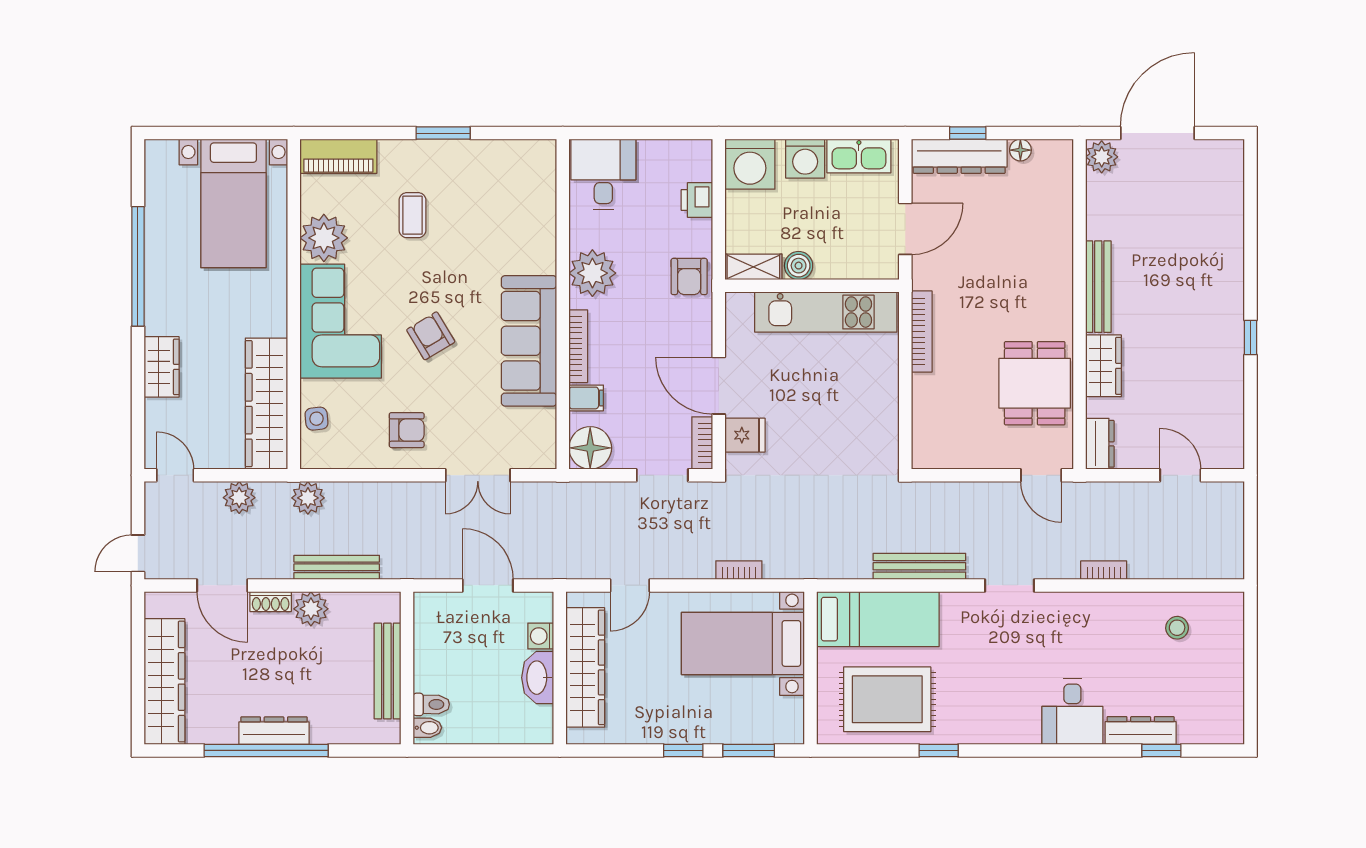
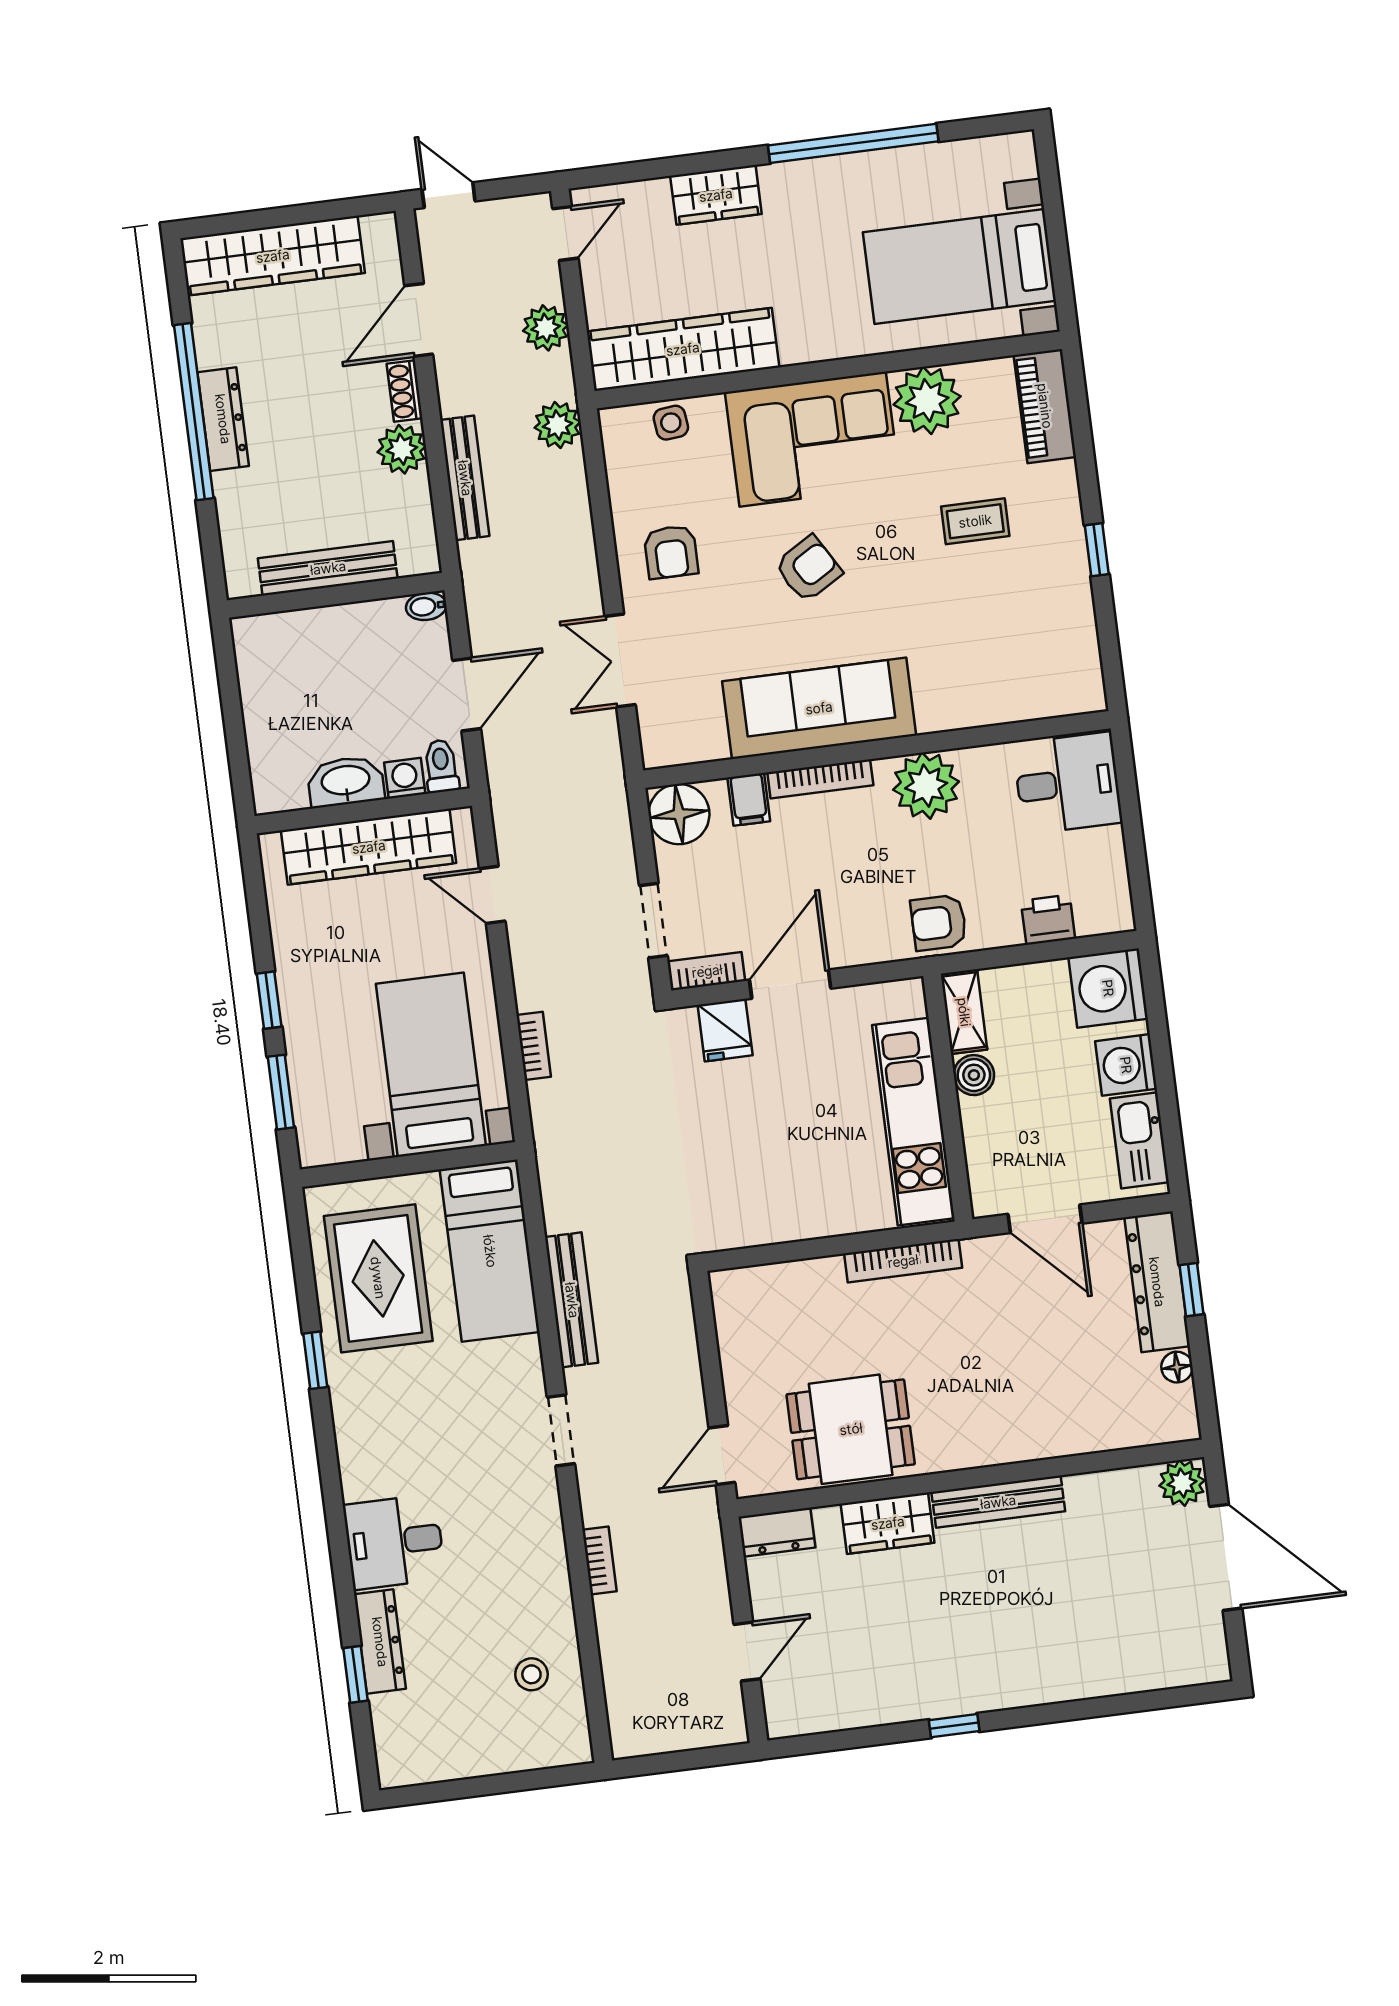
window: (443, 133) -> (1097, 550), width x0.67
toilet: (431, 704) -> (441, 766), moved, turned 180
bidet: (427, 728) -> (426, 606), moved, turned 90

